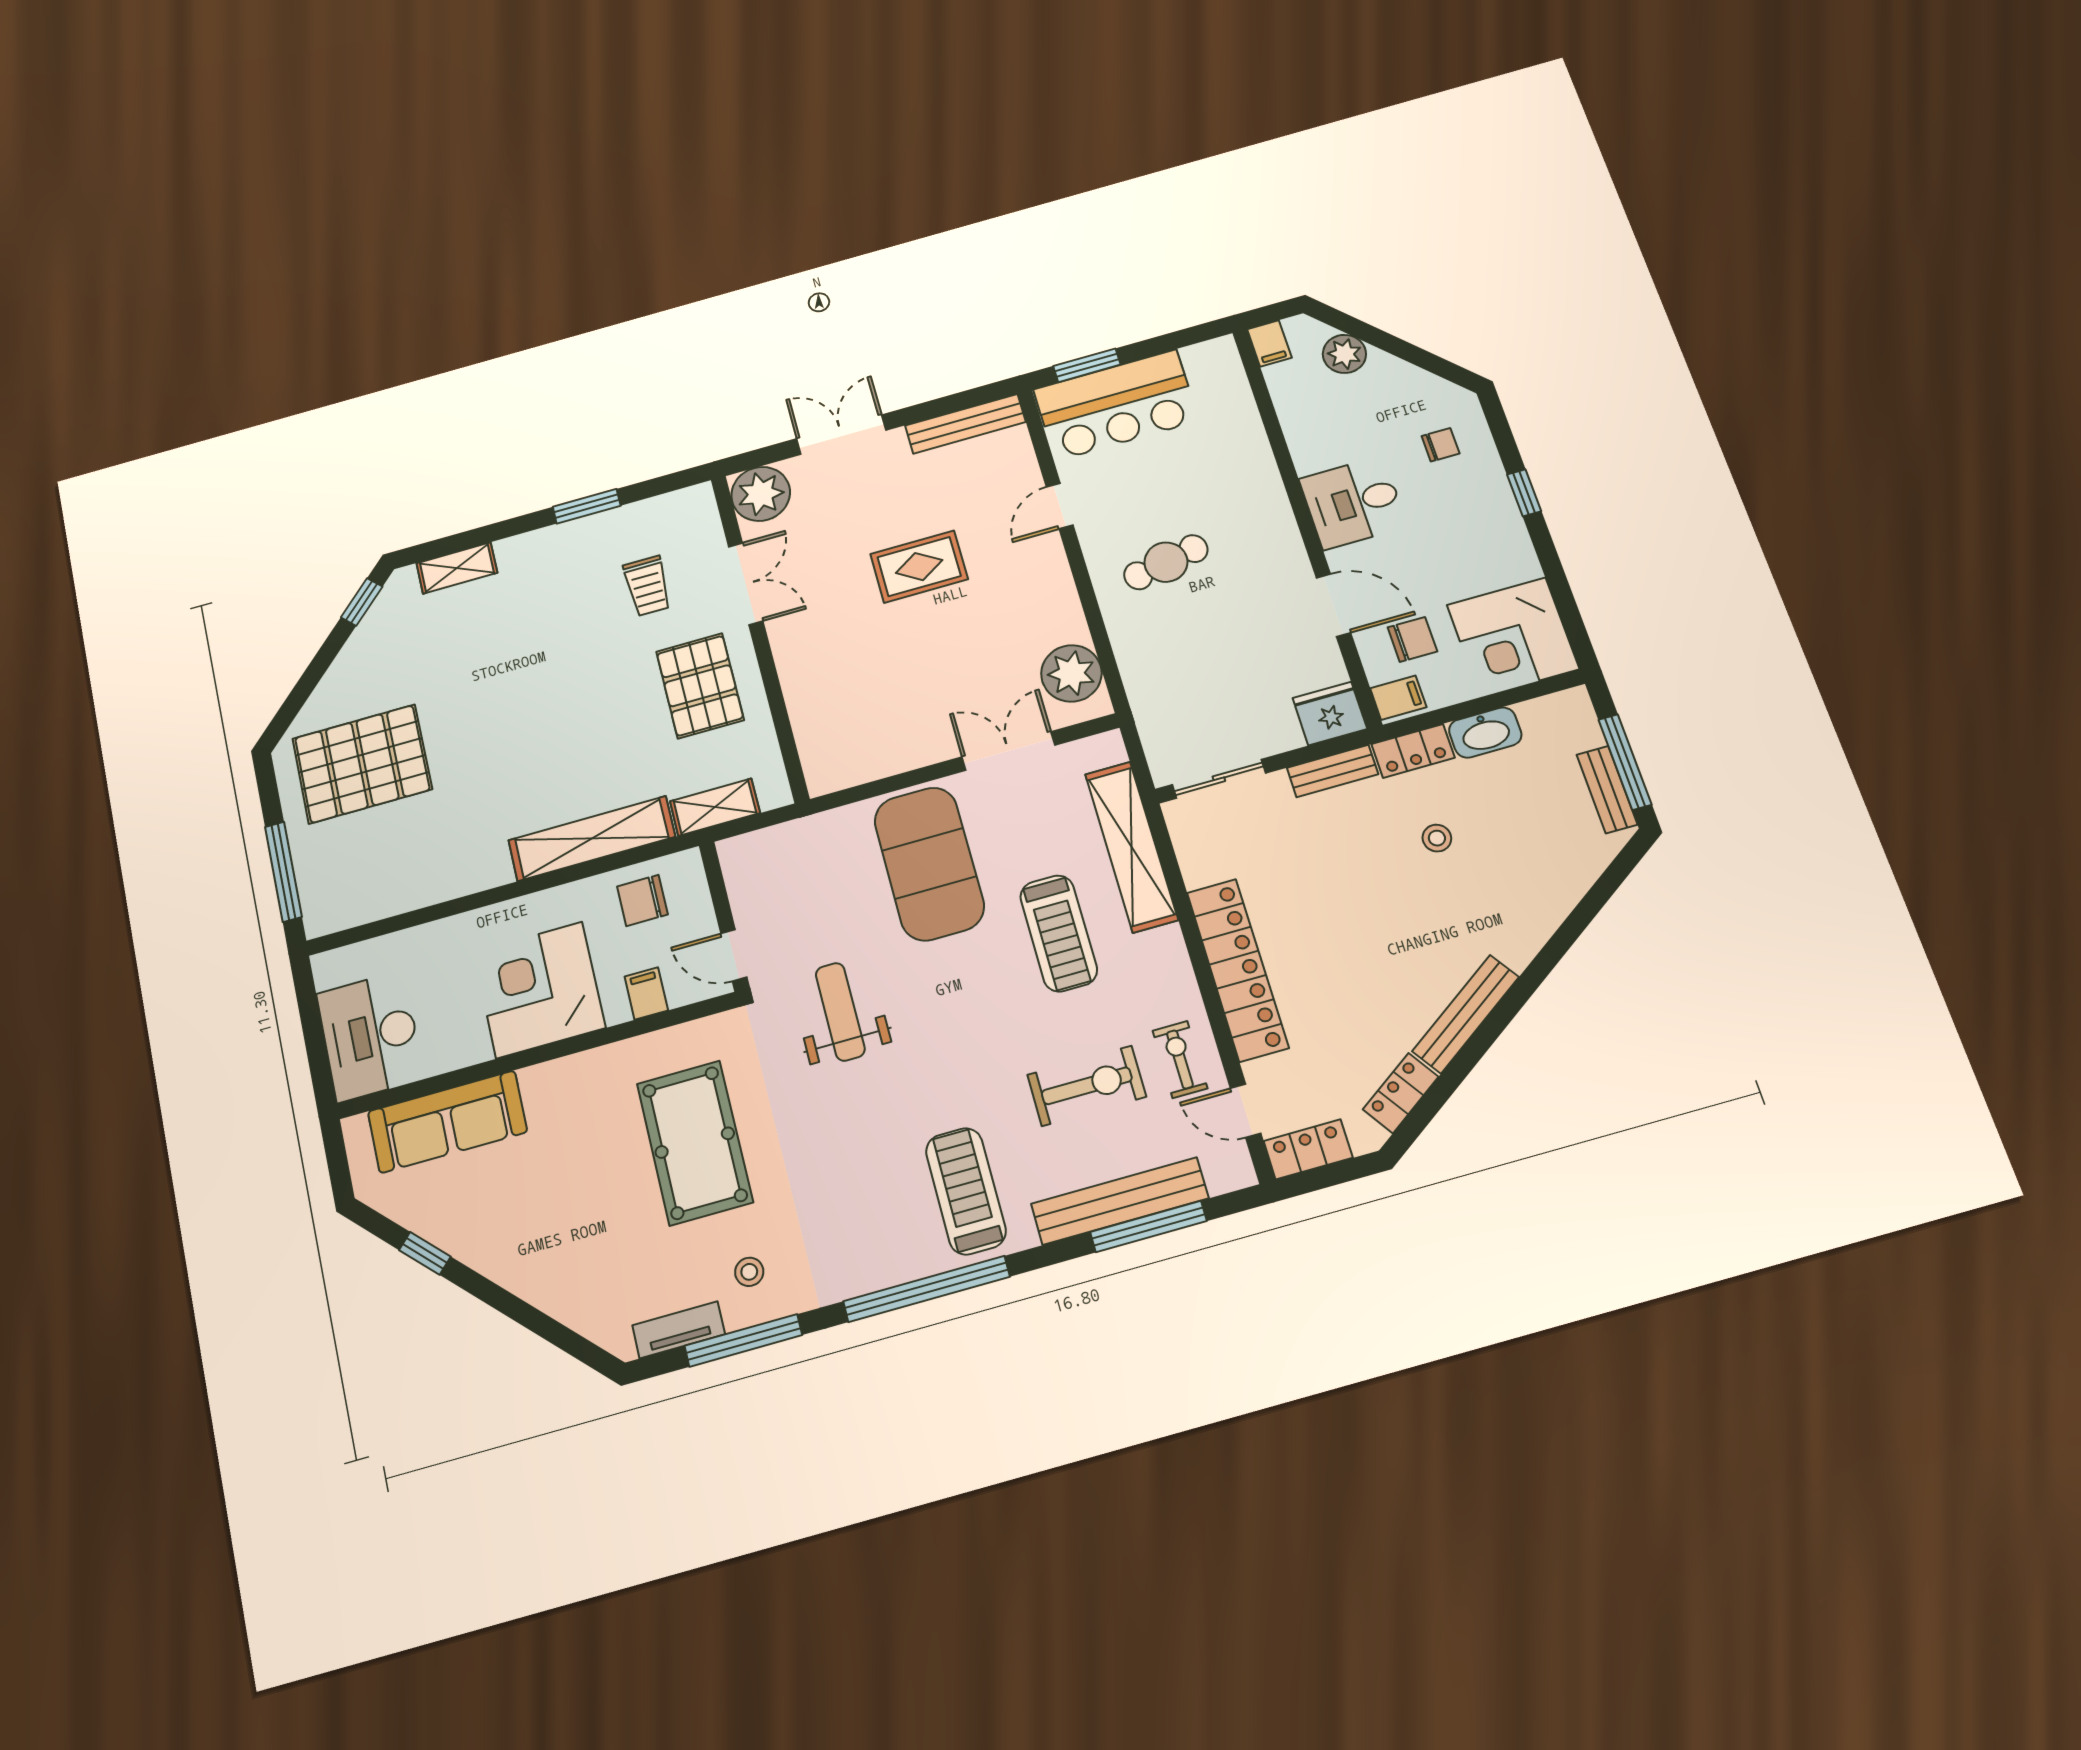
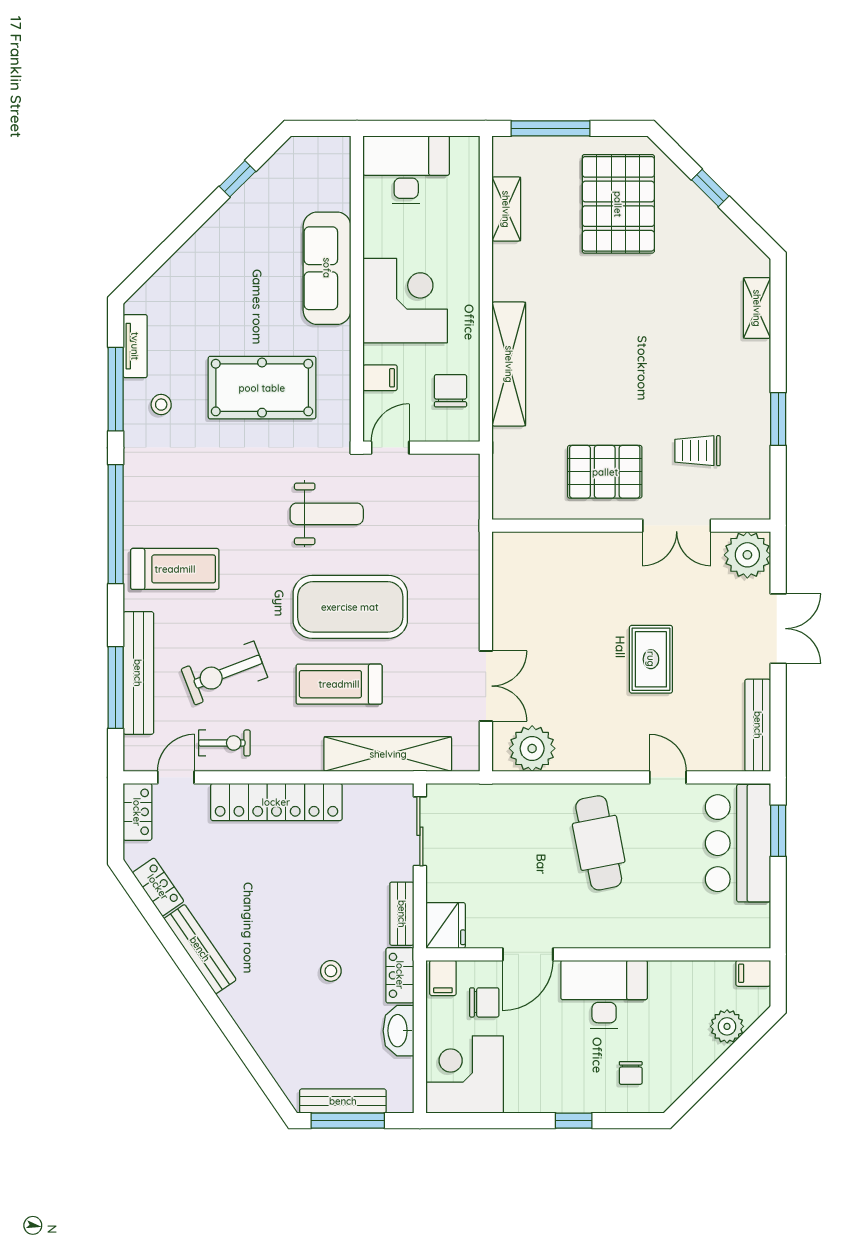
desk: (1353, 503) -> (604, 994), width x1.37
cafe table: (1166, 562) -> (599, 843), width x1.37, depth x1.35
window: (362, 602) -> (710, 188), moved
chair: (1412, 639) -> (484, 1002), turned -90
bench: (1607, 790) -> (343, 1101), width x1.36
shelving: (715, 807) -> (506, 209), moved
exercise mat: (929, 864) -> (350, 607), moved
exercise bike: (1087, 1086) -> (224, 673), turned 69
sofa: (447, 1122) -> (327, 268), moved

